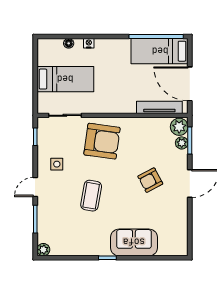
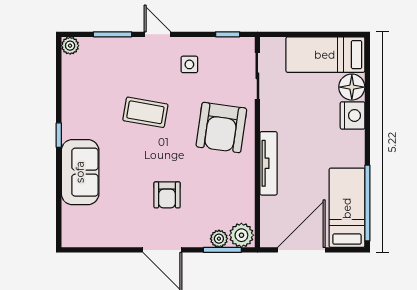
floor lamp: (69, 43) -> (352, 87), width x1.89, depth x1.89
nightstand: (89, 43) -> (353, 115), width x1.89, depth x1.79
bed: (65, 79) -> (325, 55), moved, turned 90
tv unit: (159, 107) -> (269, 163), moved
armchair: (150, 180) -> (167, 195), turned -152

